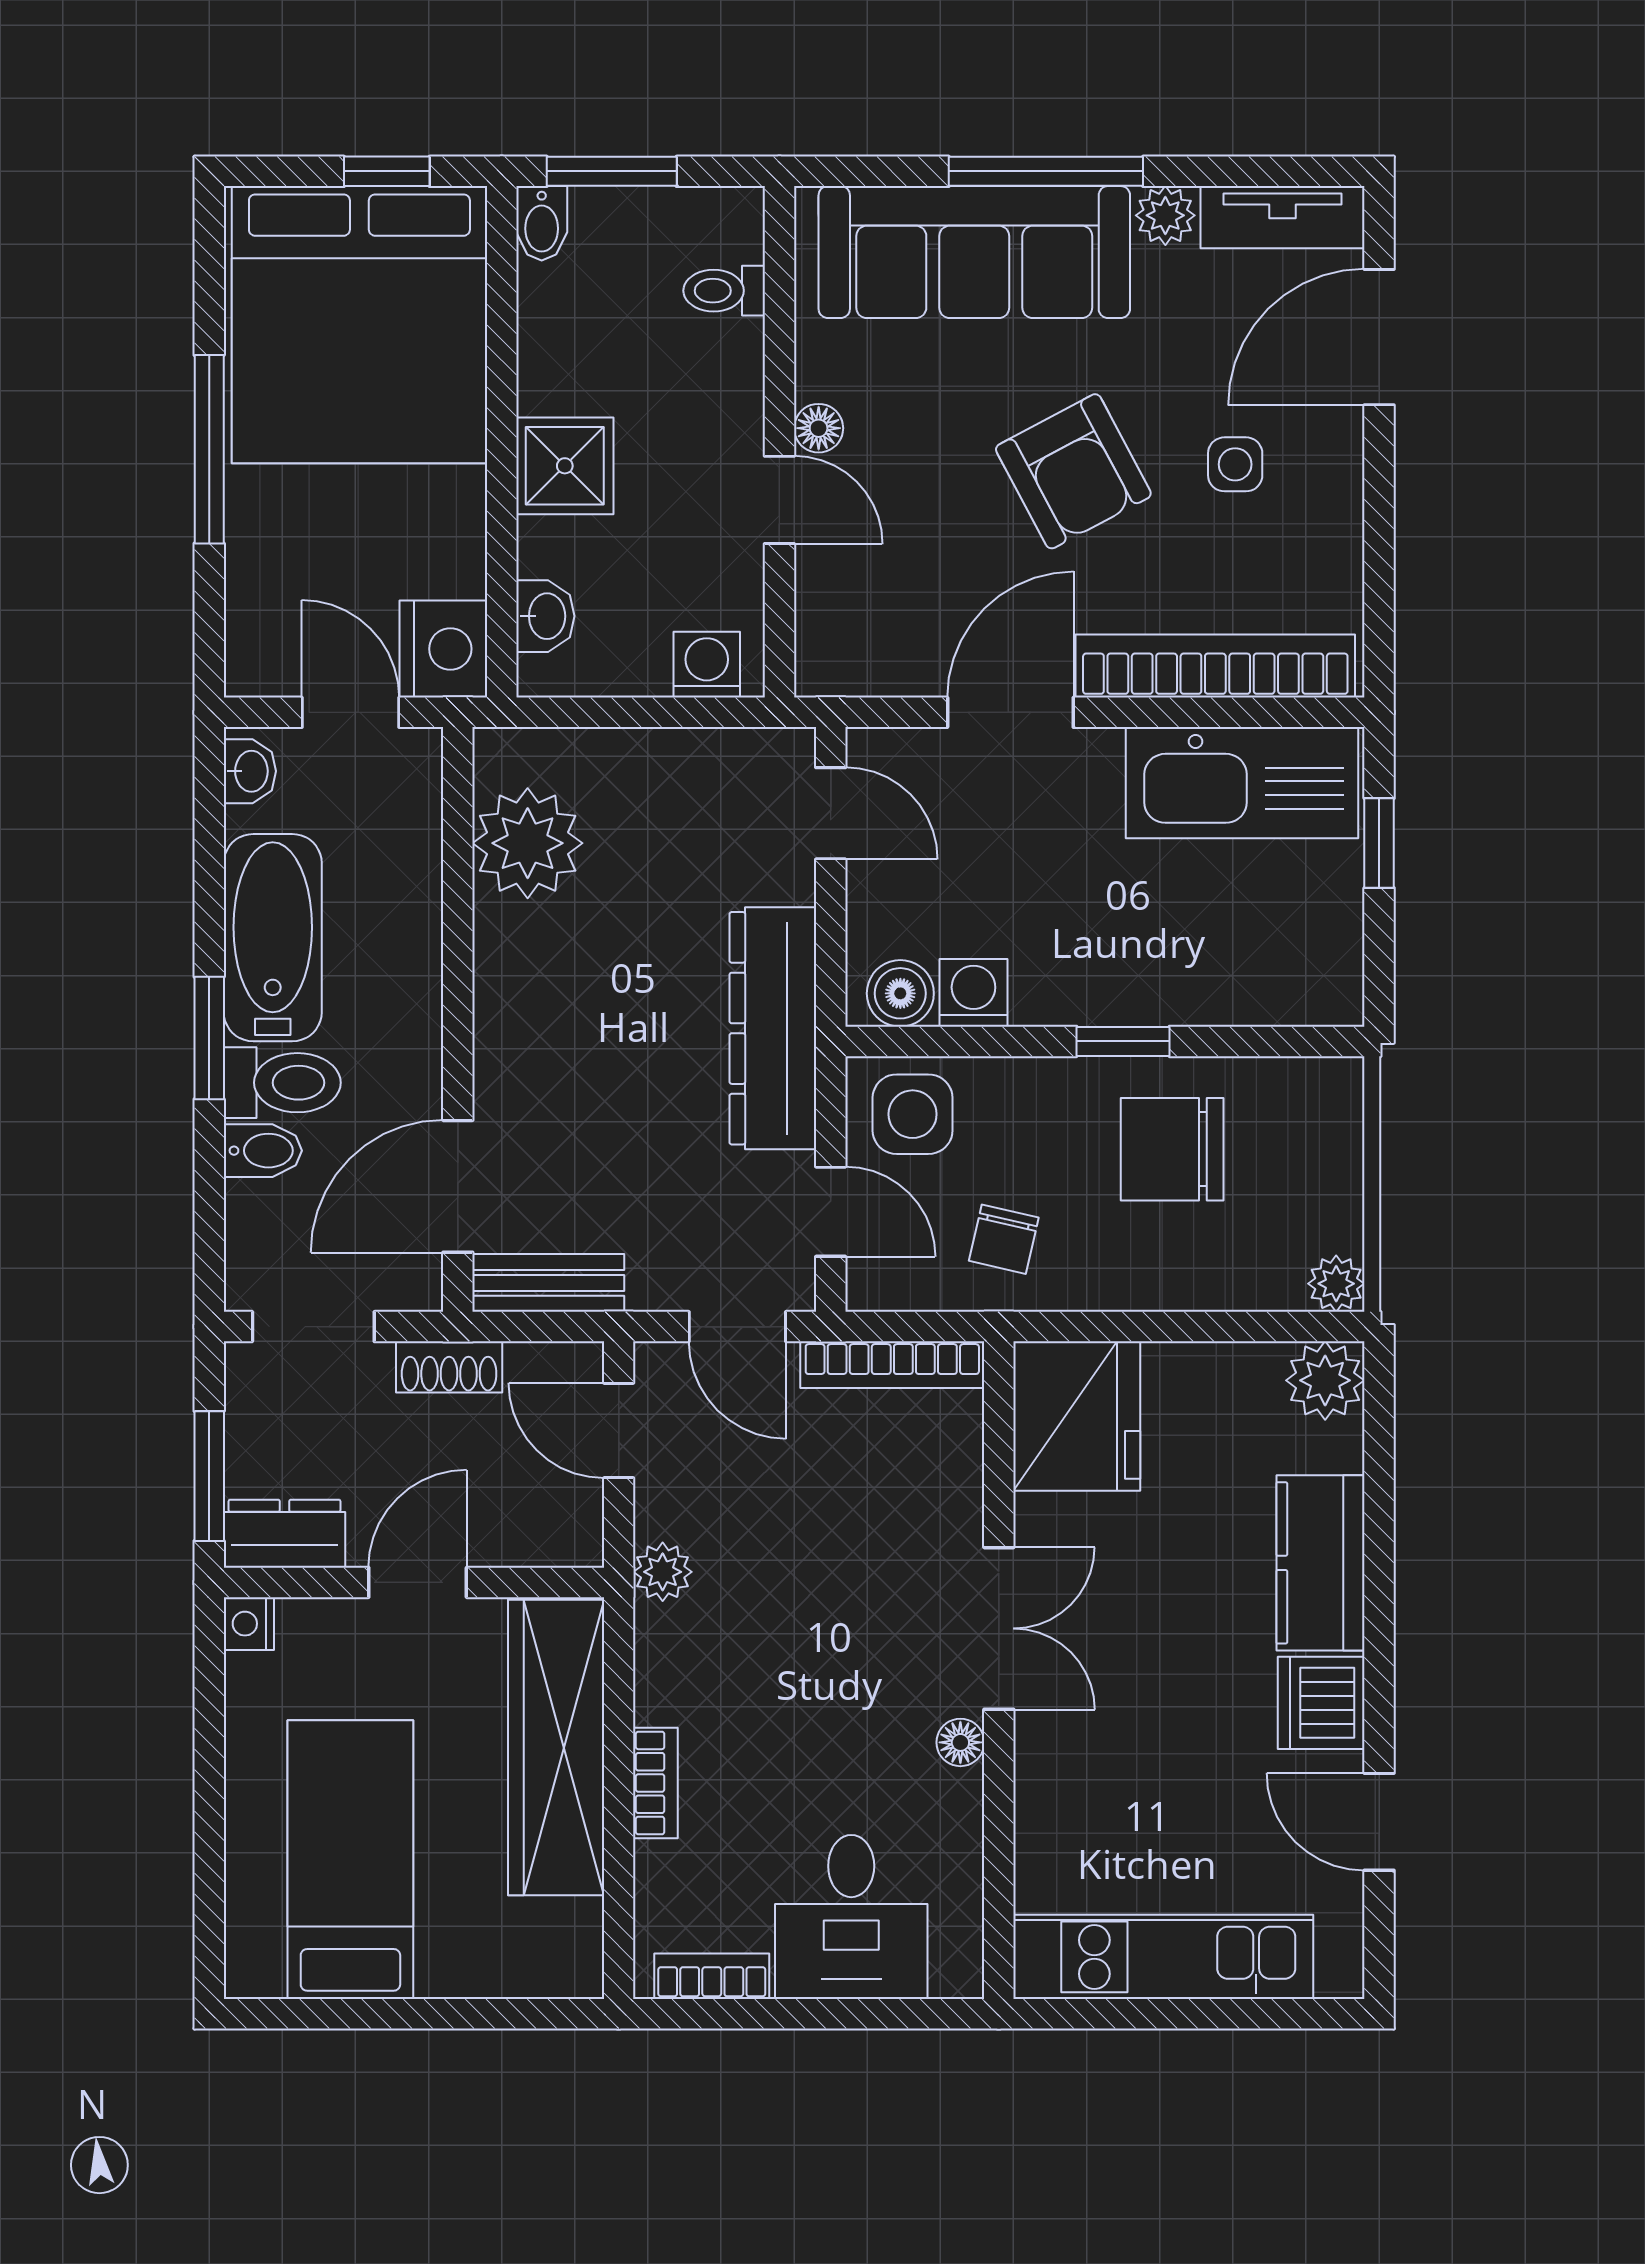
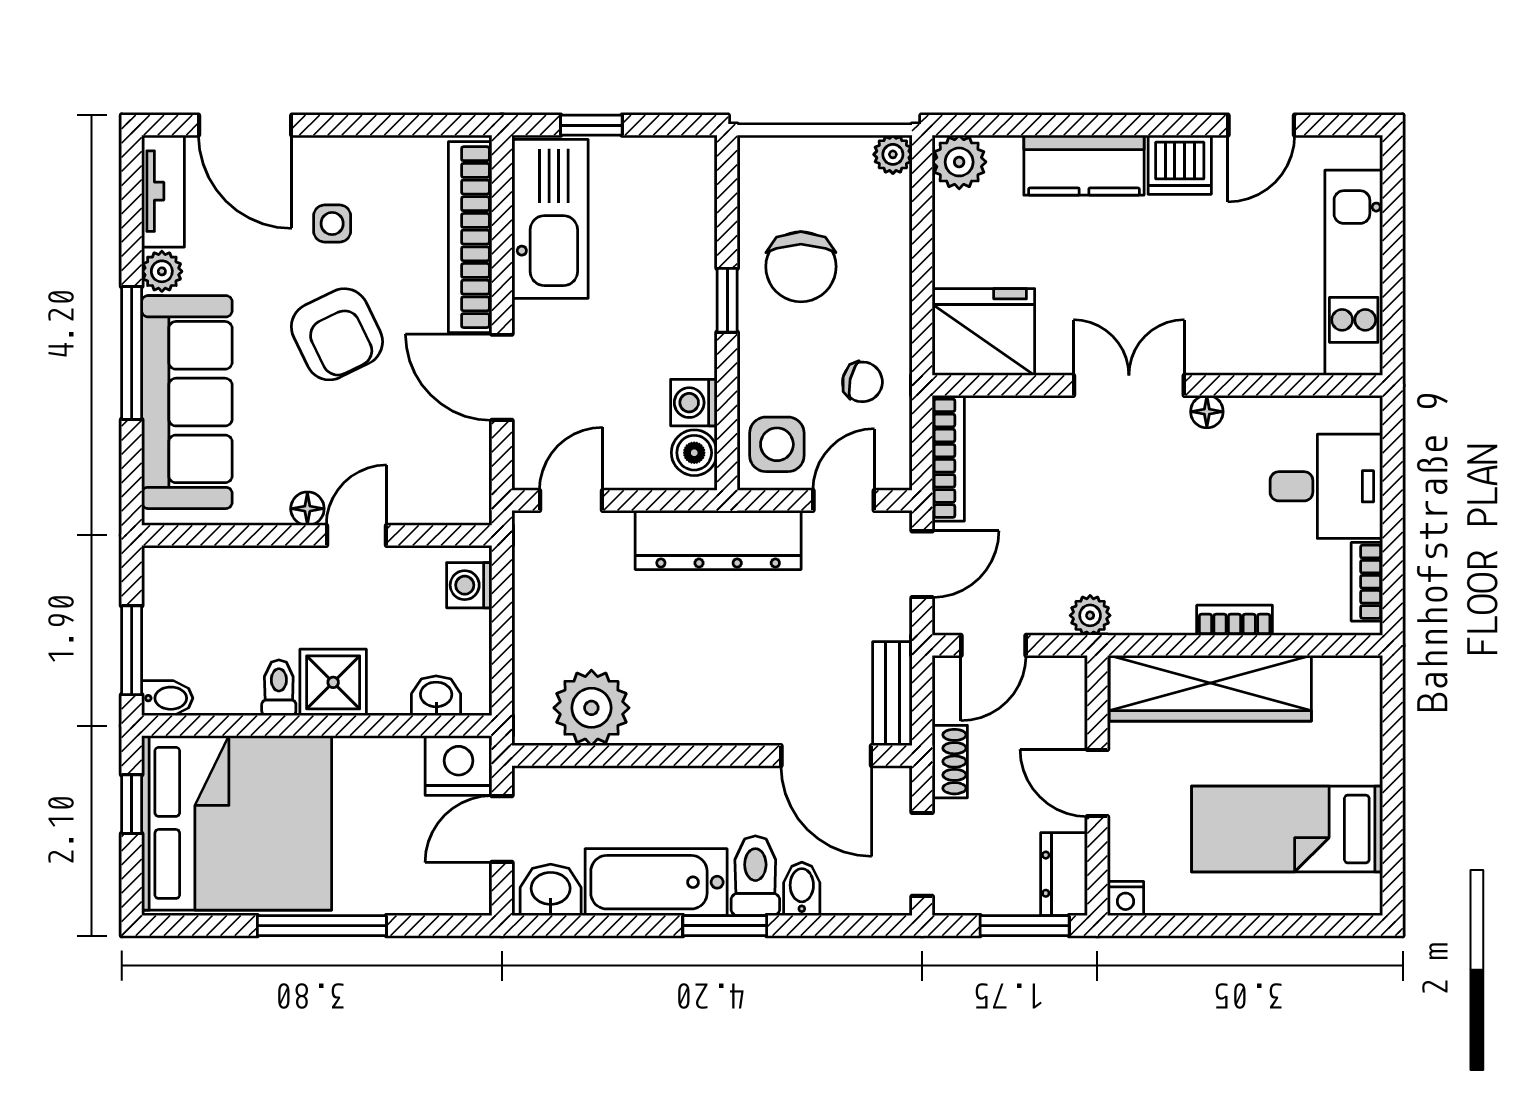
toilet: (724, 291) -> (279, 688), moved, turned 180
armchair: (1073, 471) -> (337, 334), turned 92
washbasin: (250, 771) -> (551, 890), width x1.38, depth x1.45

